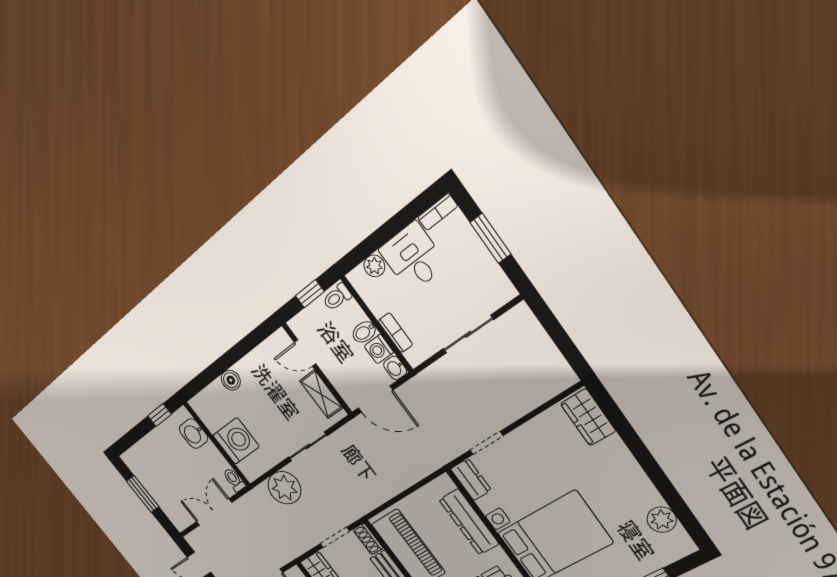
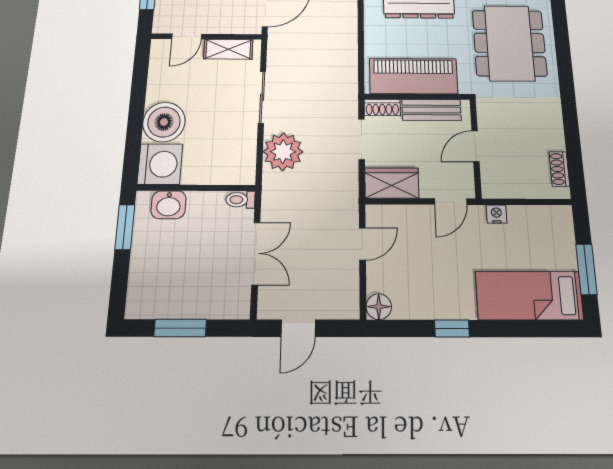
boiler: (231, 380) -> (164, 122), width x1.86, depth x1.86
window: (160, 415) -> (125, 227), width x1.50
washing machine: (236, 441) -> (160, 164), moved, turned 90
double door: (214, 512) -> (256, 253), swing flipped

